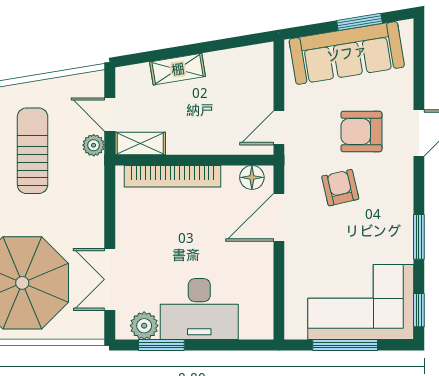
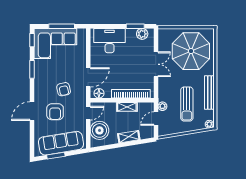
boiler: (251, 85) -> (99, 130), added
door: (110, 114) -> (156, 119), swing flipped
armchair: (361, 131) -> (55, 112), turned 90
shelving: (140, 143) -> (127, 107), moved
double door: (110, 279) -> (156, 64), moved
desk: (199, 309) -> (110, 41), moved

